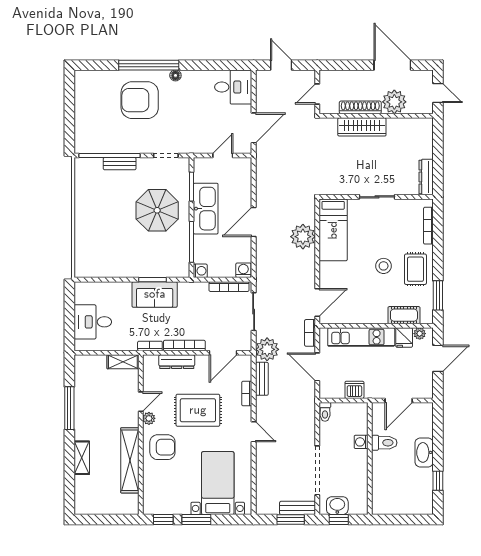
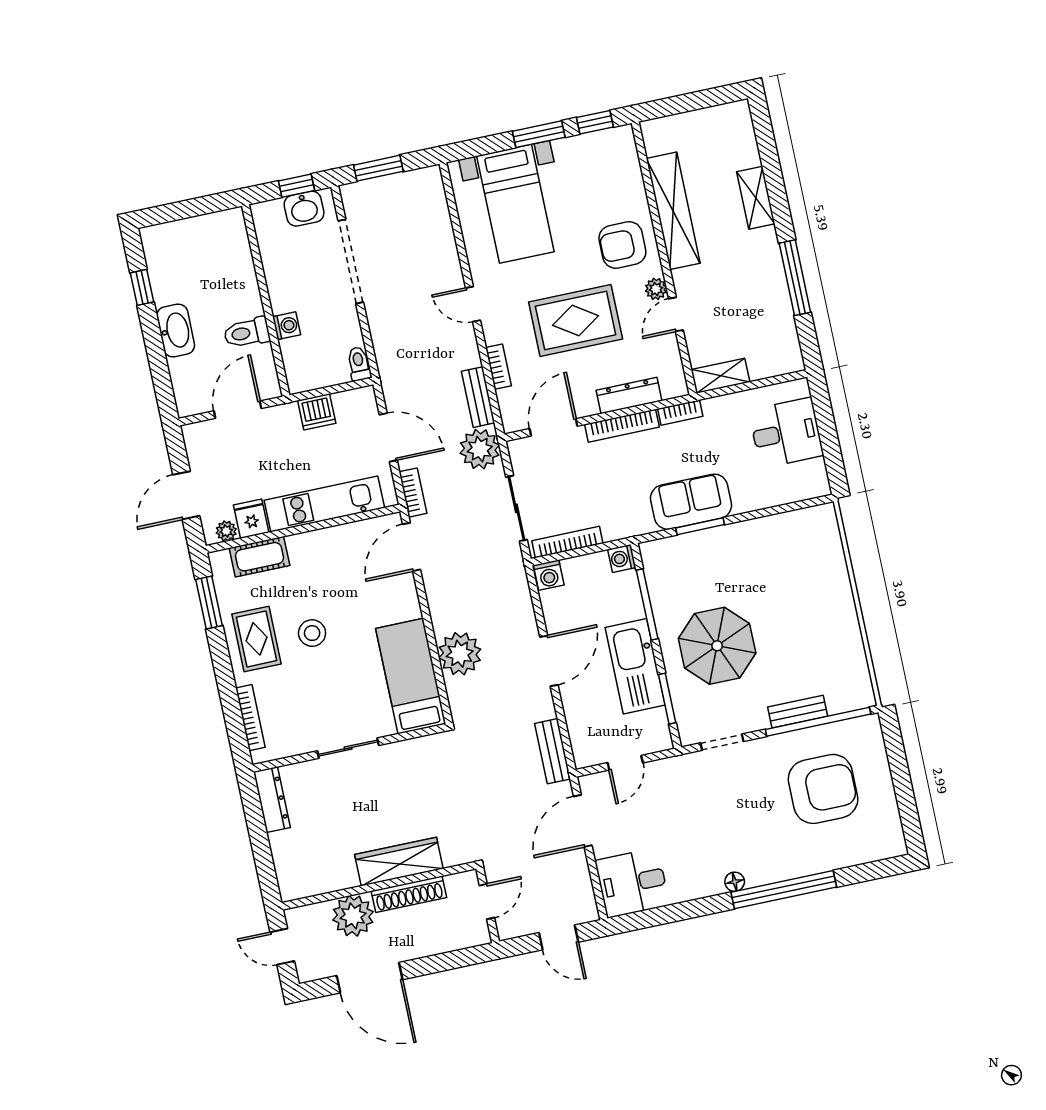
armchair: (140, 100) -> (823, 789), moved
bench: (298, 508) -> (553, 751), moved, turned 90

